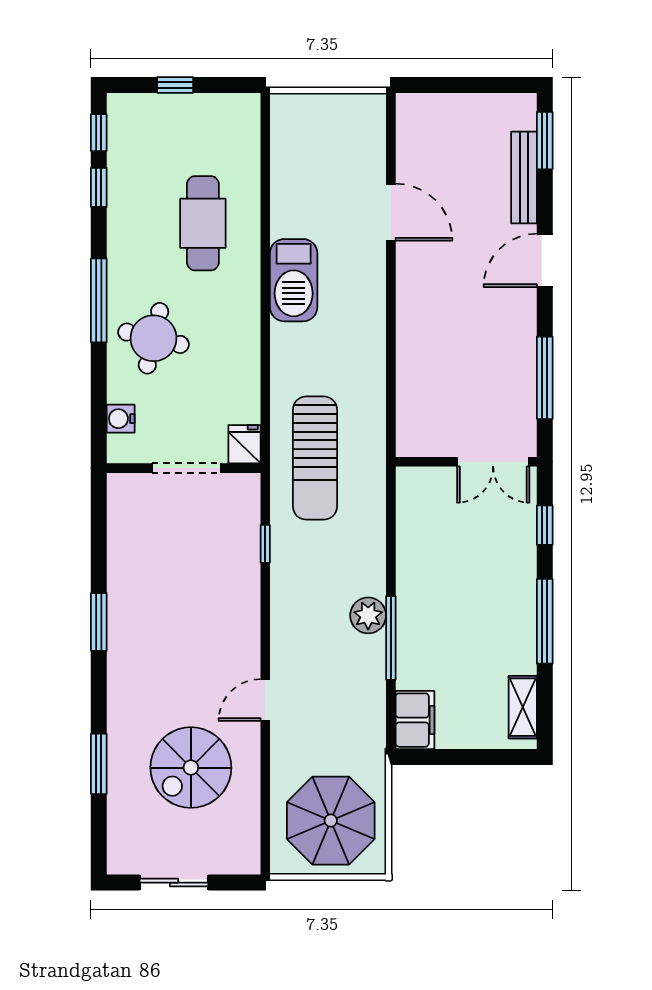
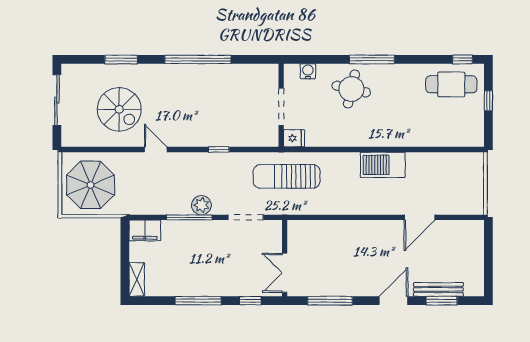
window: (545, 141) -> (442, 301), moved
window: (99, 187) -> (433, 59), removed
cafe table: (203, 223) -> (451, 84), moved
door: (545, 260) -> (393, 301), hinge flipped
doorway: (391, 533) -> (246, 217), added
window: (265, 544) -> (219, 149), moved
window: (99, 622) -> (198, 59), width x2.11
shelving: (523, 707) -> (137, 279), moved, turned 90
spiral stairs: (191, 768) -> (119, 109), turned 180
sliding door: (174, 883) -> (57, 100), width x1.37

